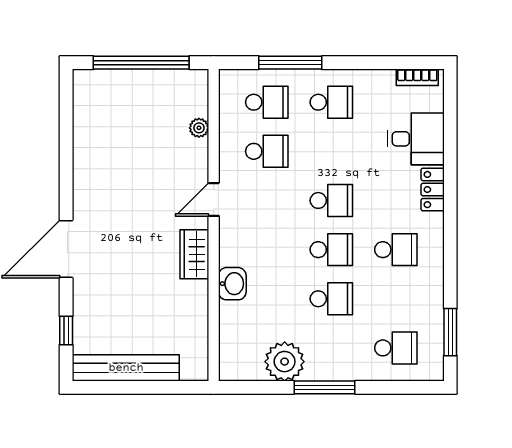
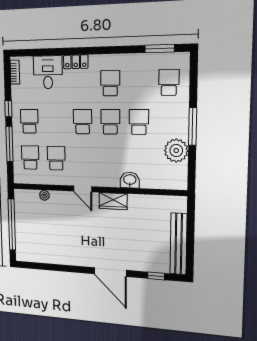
window: (354, 63) -> (8, 109), added

